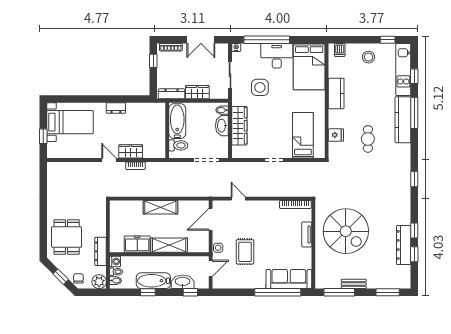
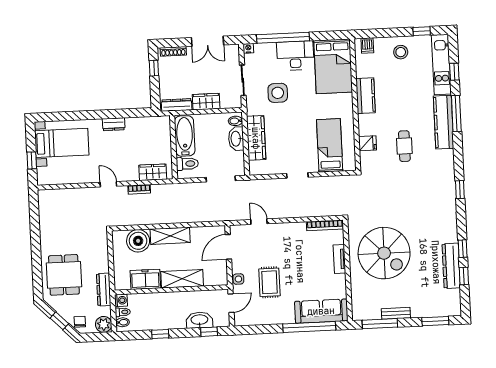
wardrobe: (131, 151) -> (153, 172), moved
boiler: (132, 210) -> (138, 241), added
bathtub: (153, 281) -> (166, 320), removed

